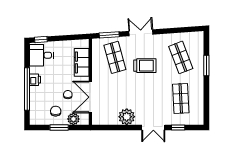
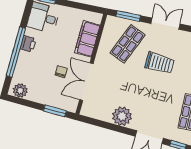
shop shelf: (115, 57) -> (128, 44), turned 36
chair: (56, 111) -> (42, 87), removed
plant: (73, 119) -> (20, 91), moved
window: (59, 127) -> (55, 111), moved

